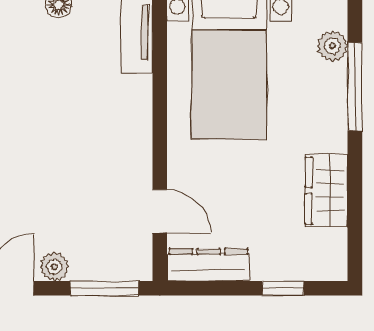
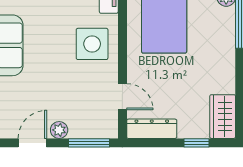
side table: (109, 124) -> (92, 44), added
wardrobe: (326, 191) -> (223, 117), moved

